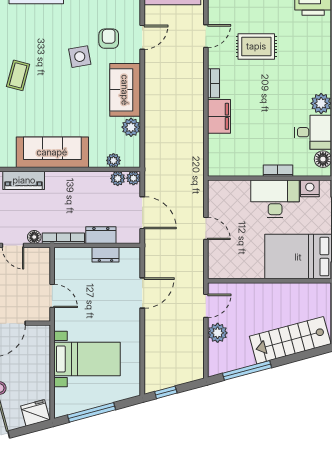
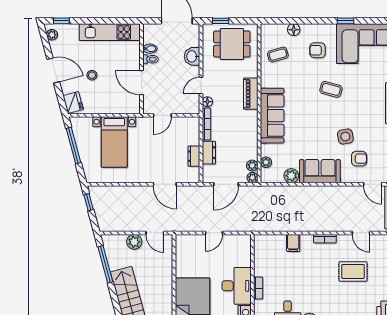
door: (142, 37) -> (373, 184), moved
rug: (256, 46) -> (353, 271), turned 90
filing cabinet: (219, 116) -> (293, 243), width x0.50

